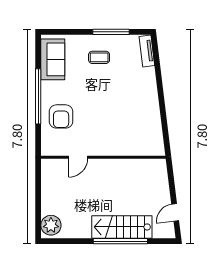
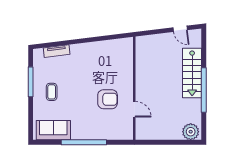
tv unit: (147, 51) -> (57, 51), moved
armchair: (61, 116) -> (108, 99), moved
window: (120, 241) -> (204, 90), moved

